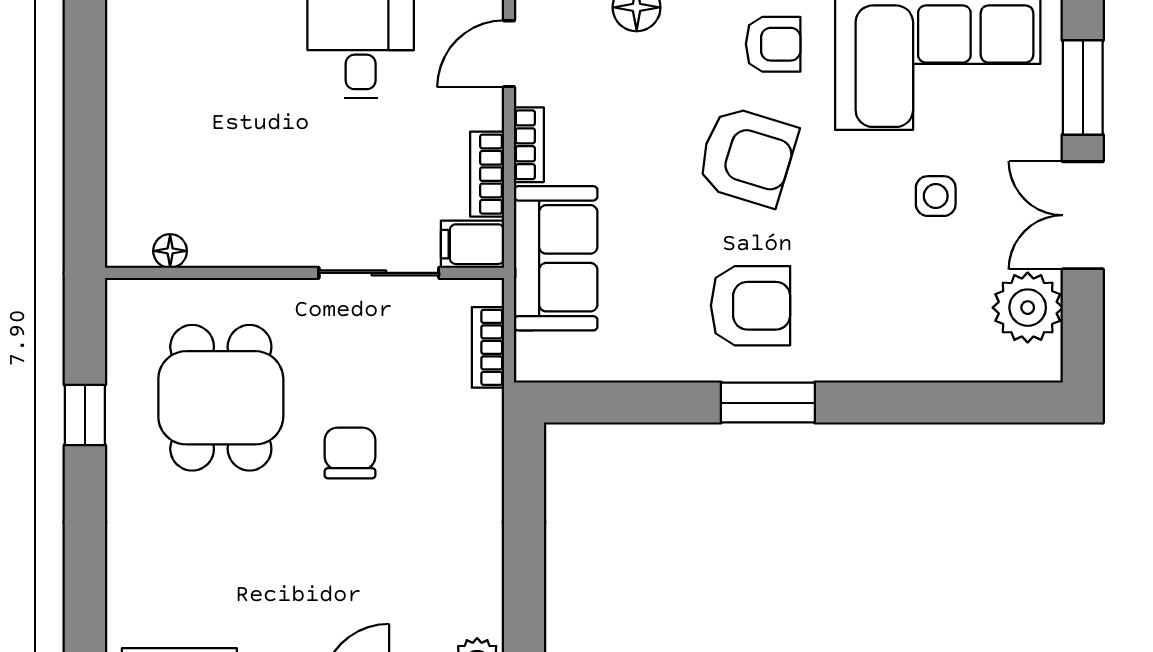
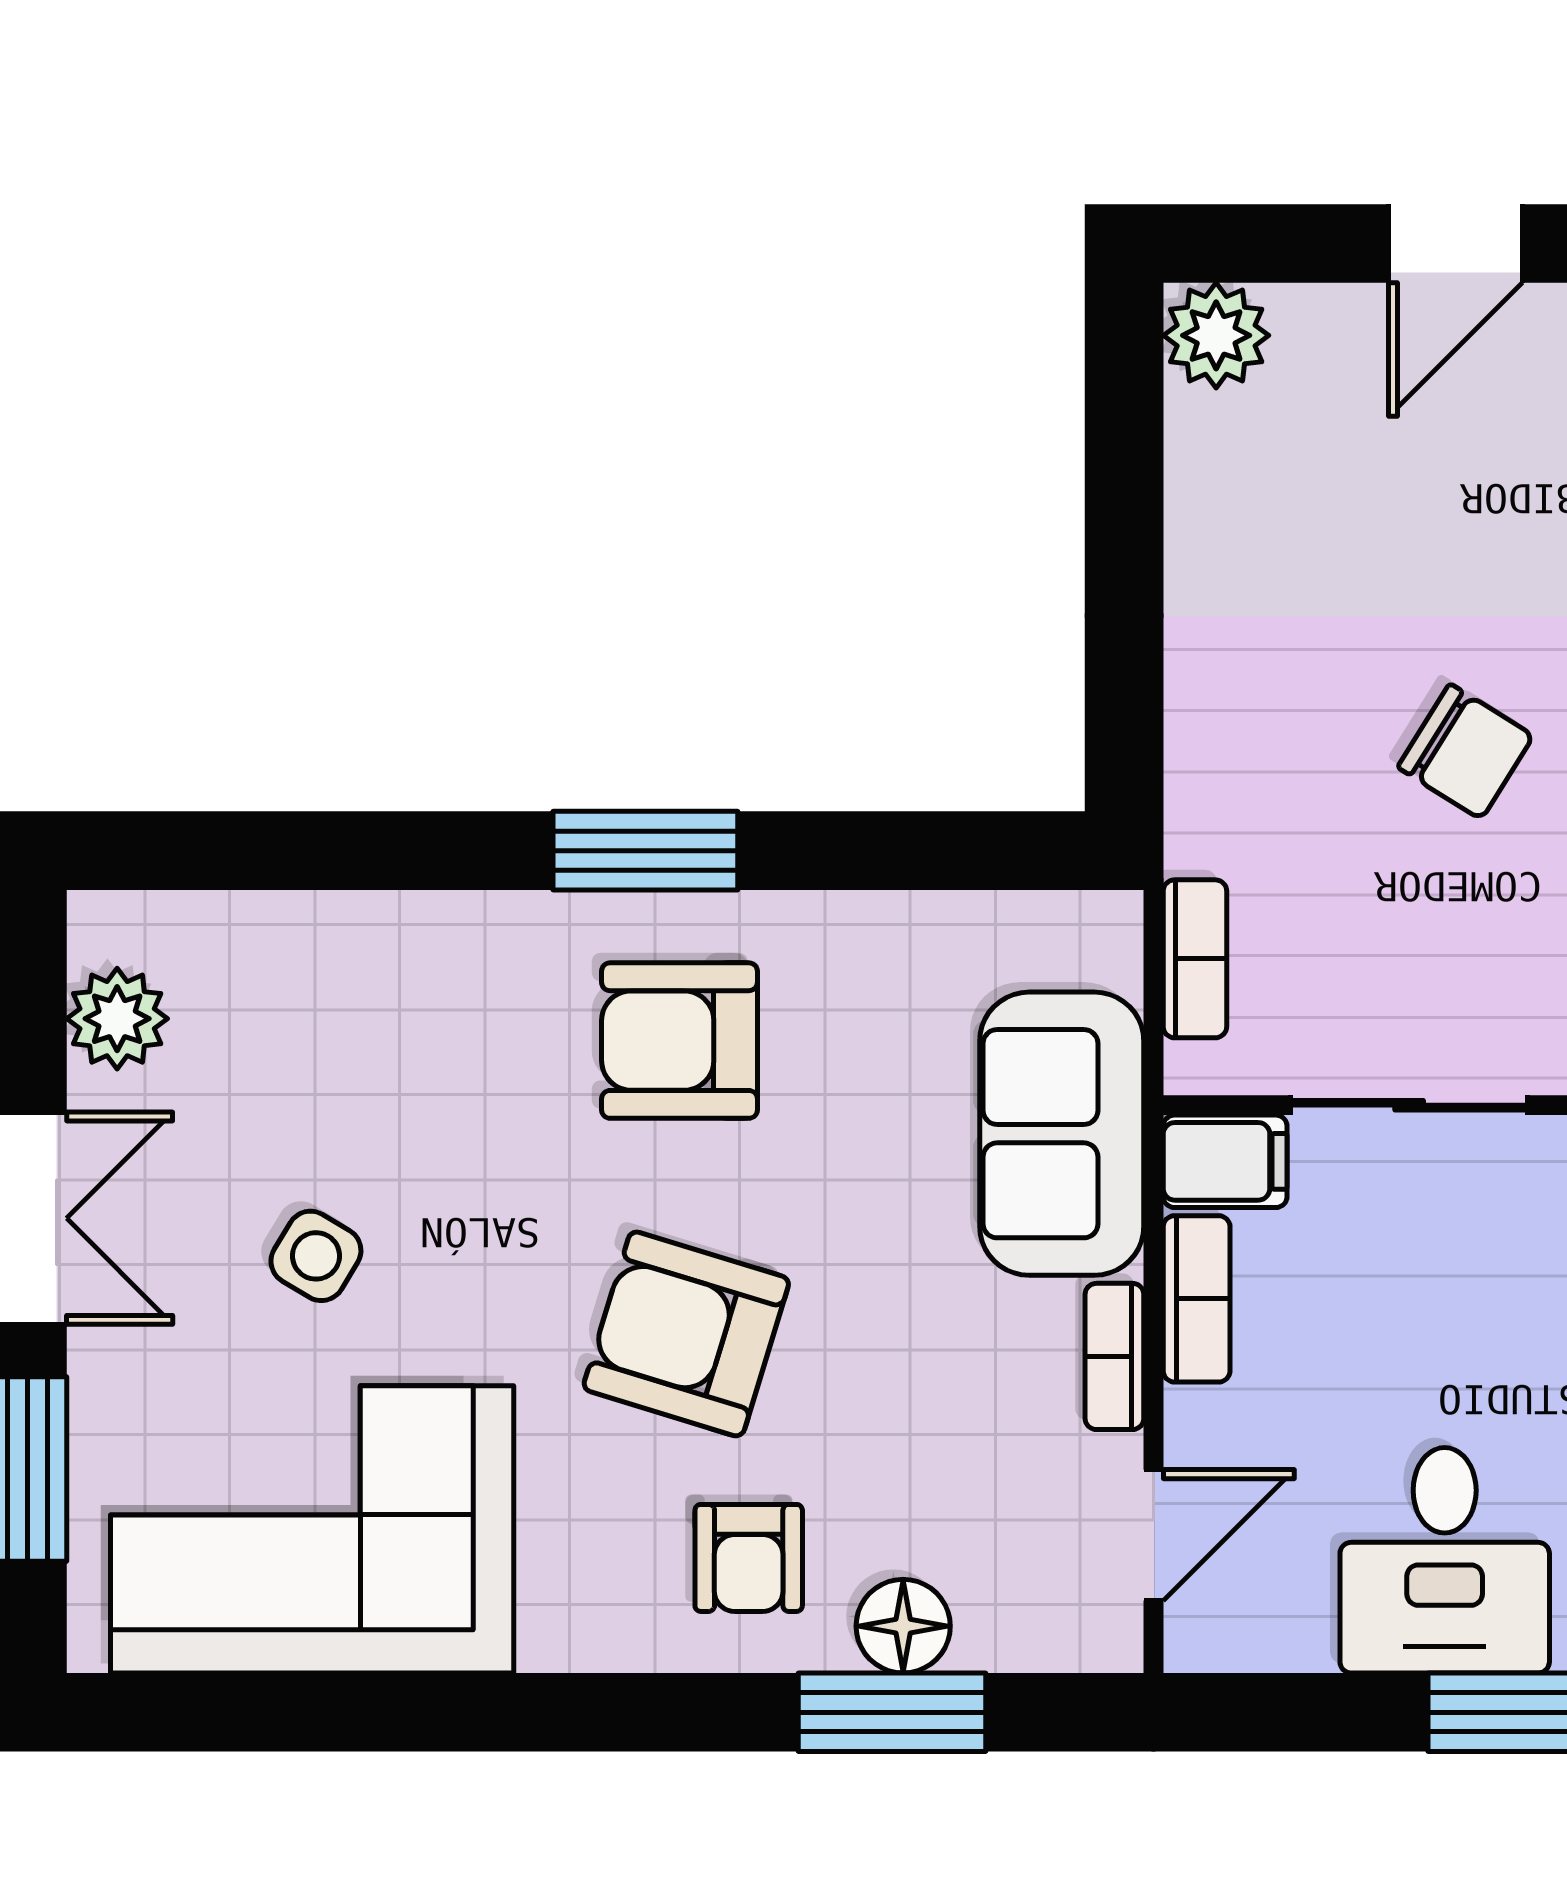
armchair: (773, 44) -> (749, 1558), moved, turned -90
side table: (936, 196) -> (316, 1256), turned 31
plant: (1028, 308) -> (117, 1019), width x0.73, depth x0.73
chair: (350, 453) -> (1466, 752), turned -58

